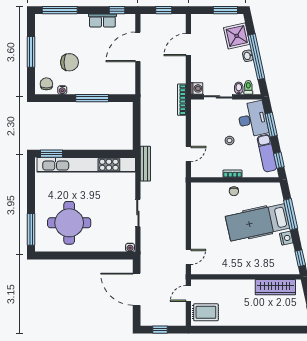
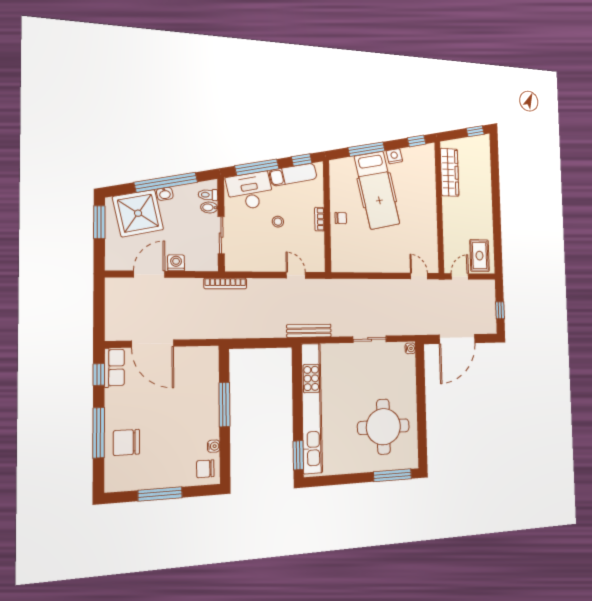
window: (60, 10) -> (99, 433), moved
window: (164, 10) -> (99, 308), removed
row of seats: (102, 21) -> (114, 368), moved
shower: (237, 36) -> (138, 213), width x1.37, depth x1.37
door: (188, 45) -> (149, 274), swing flipped
chair: (70, 62) -> (126, 442), moved, turned -90
washing machine: (197, 88) -> (176, 263), moved
window: (271, 125) -> (257, 167), width x1.44
door: (188, 294) -> (460, 276), swing flipped

